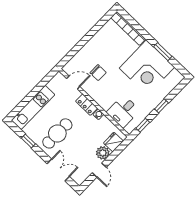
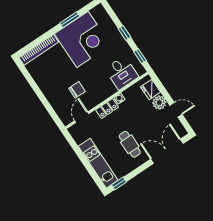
cafe table: (57, 133) -> (130, 144), width x0.73, depth x0.74
window: (28, 141) -> (119, 183), moved
double door: (58, 170) -> (167, 151), width x1.37

